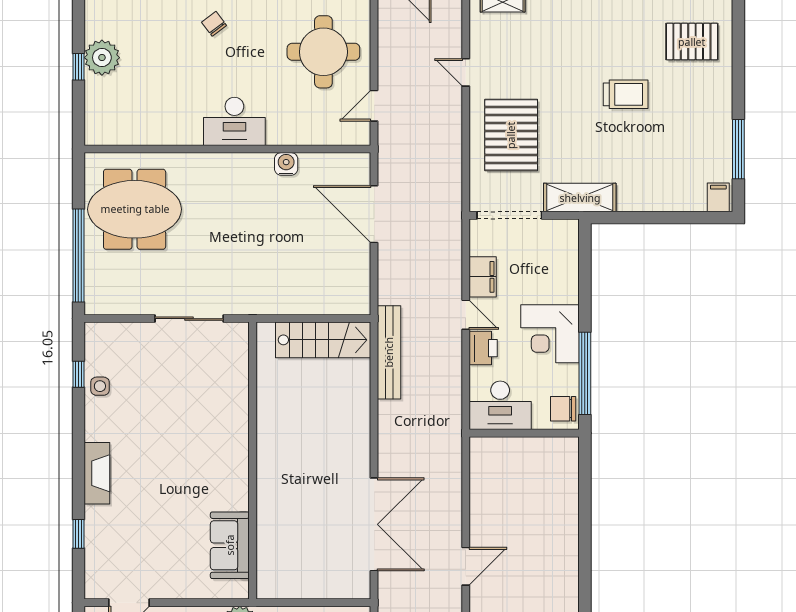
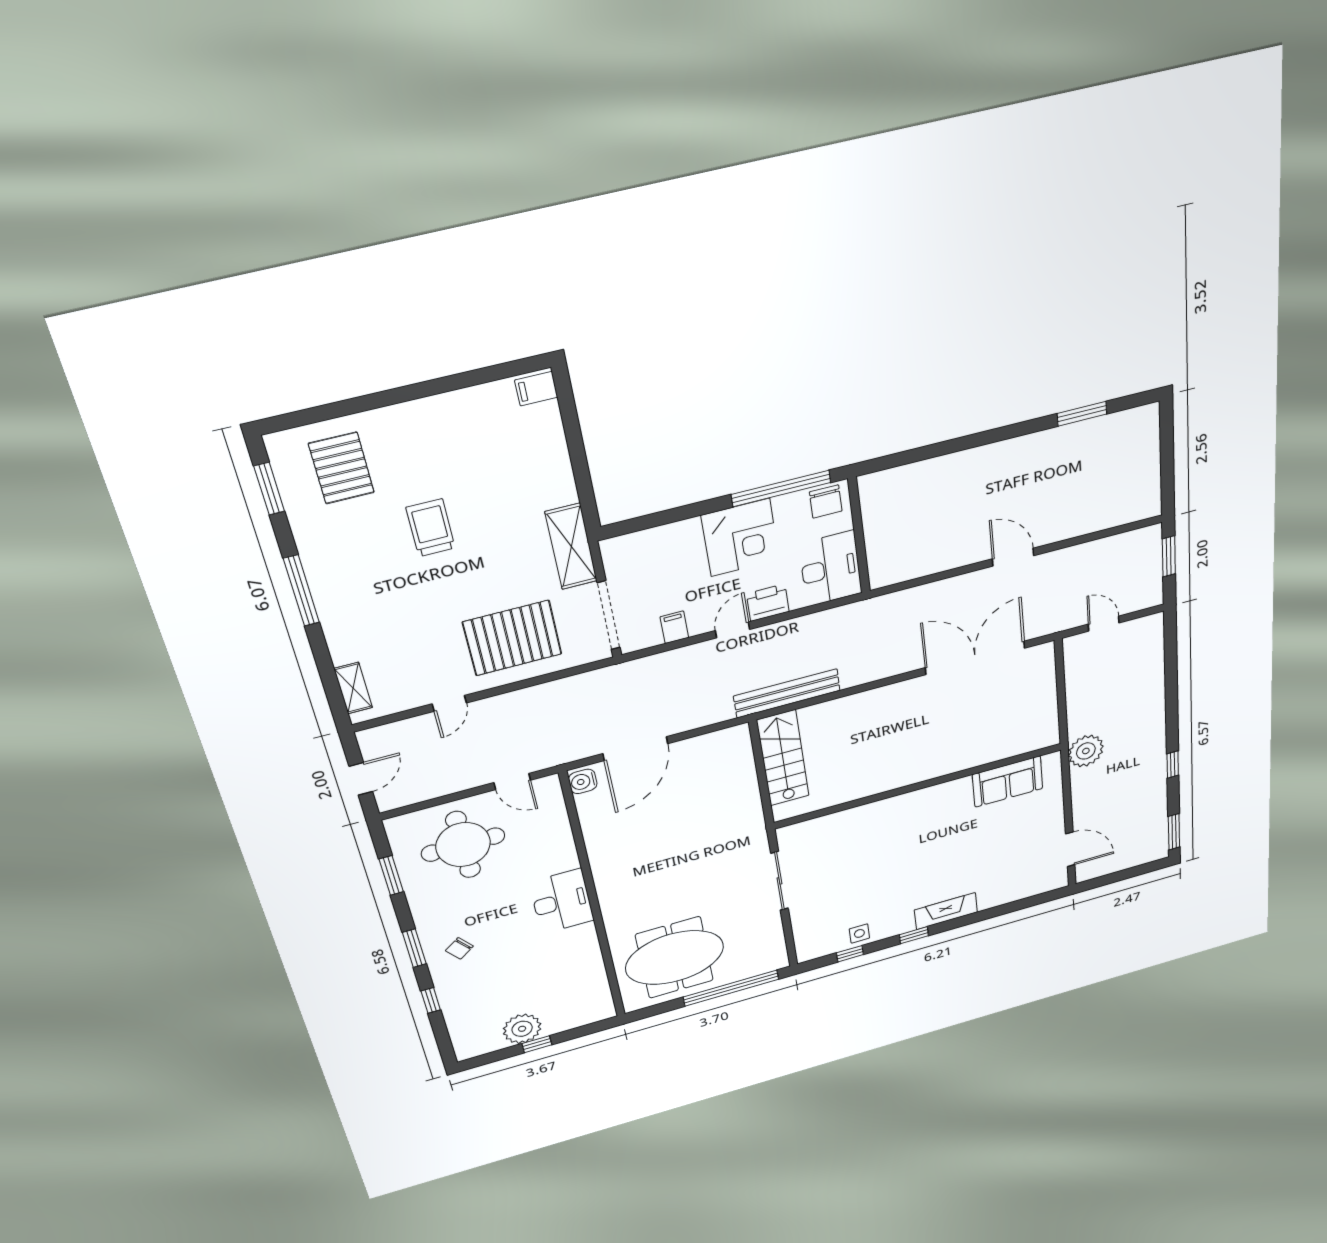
window: (738, 149) -> (468, 379), removed
water cooler: (286, 164) -> (583, 781), moved
meeting table: (135, 209) -> (675, 958), turned 90
filing cabinet: (483, 277) -> (674, 627), width x0.50
window: (78, 534) -> (914, 935), moved

